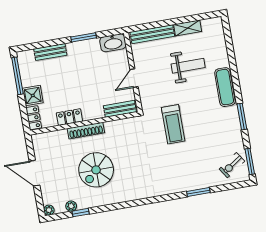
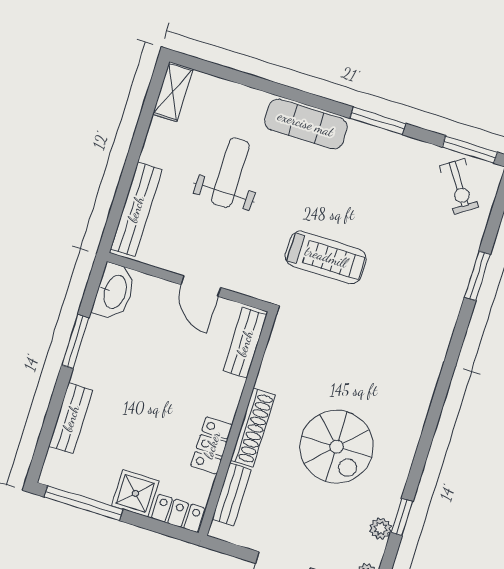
shelving: (188, 28) -> (173, 92), moved
bench: (53, 136) -> (232, 494), added

